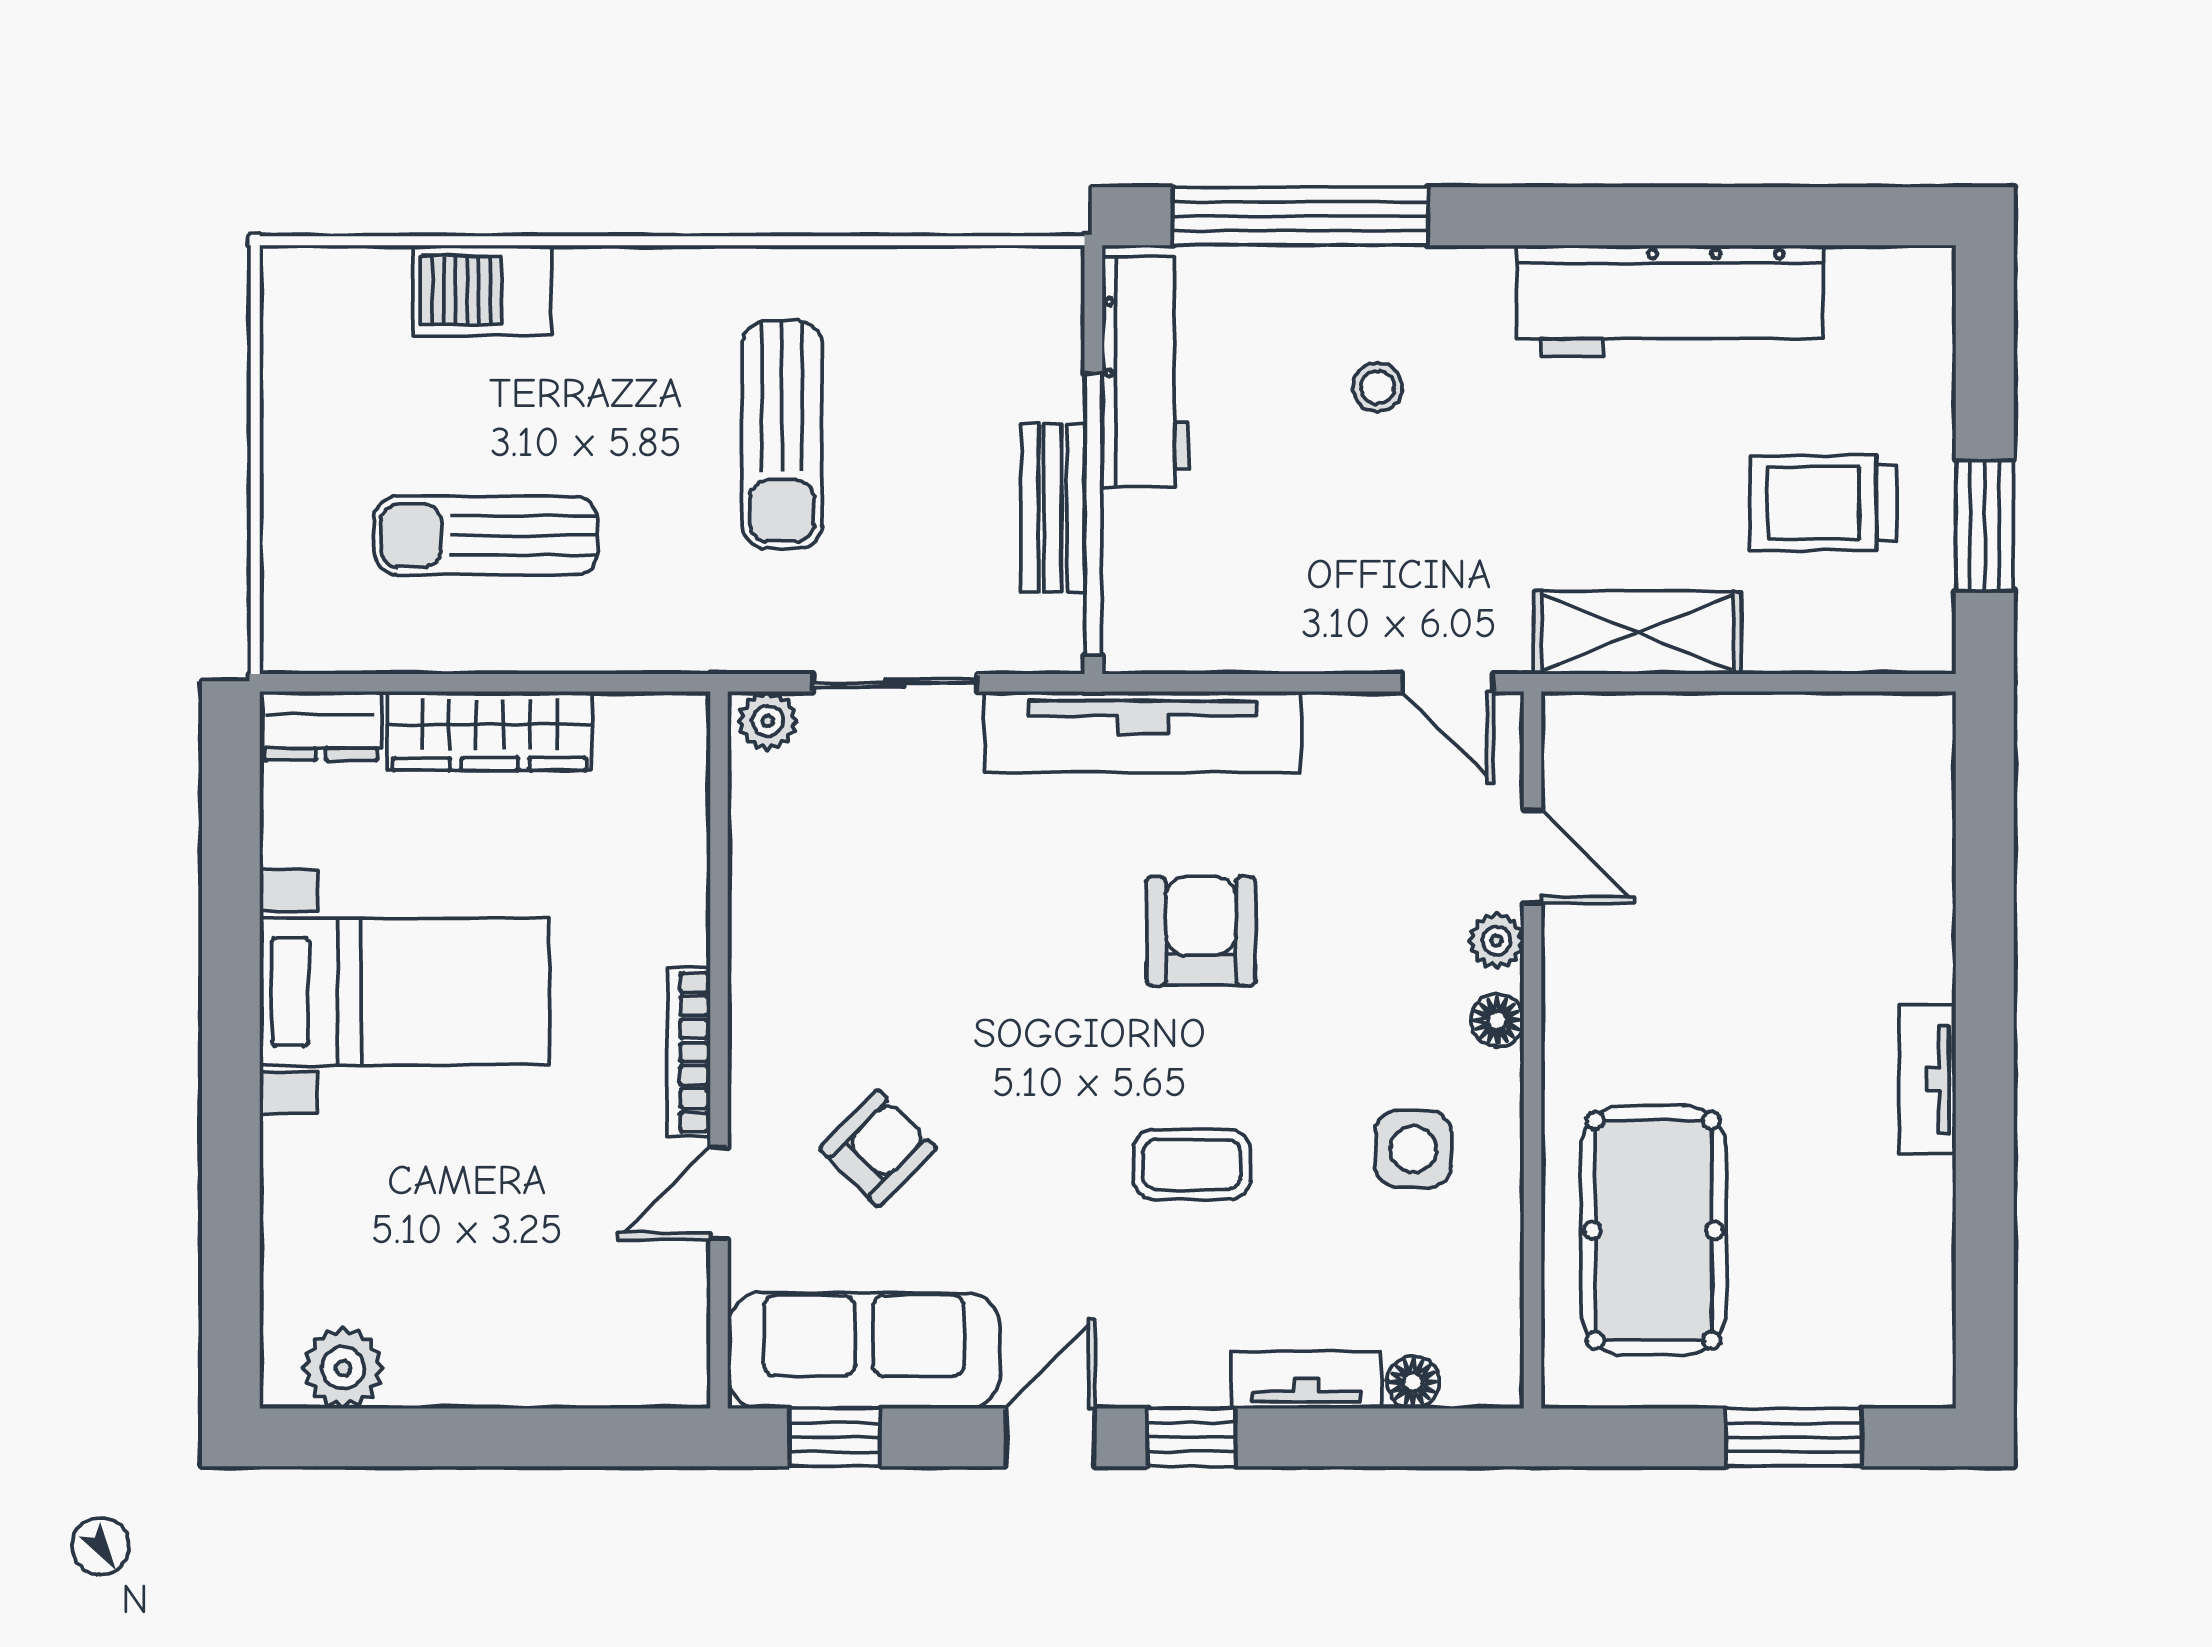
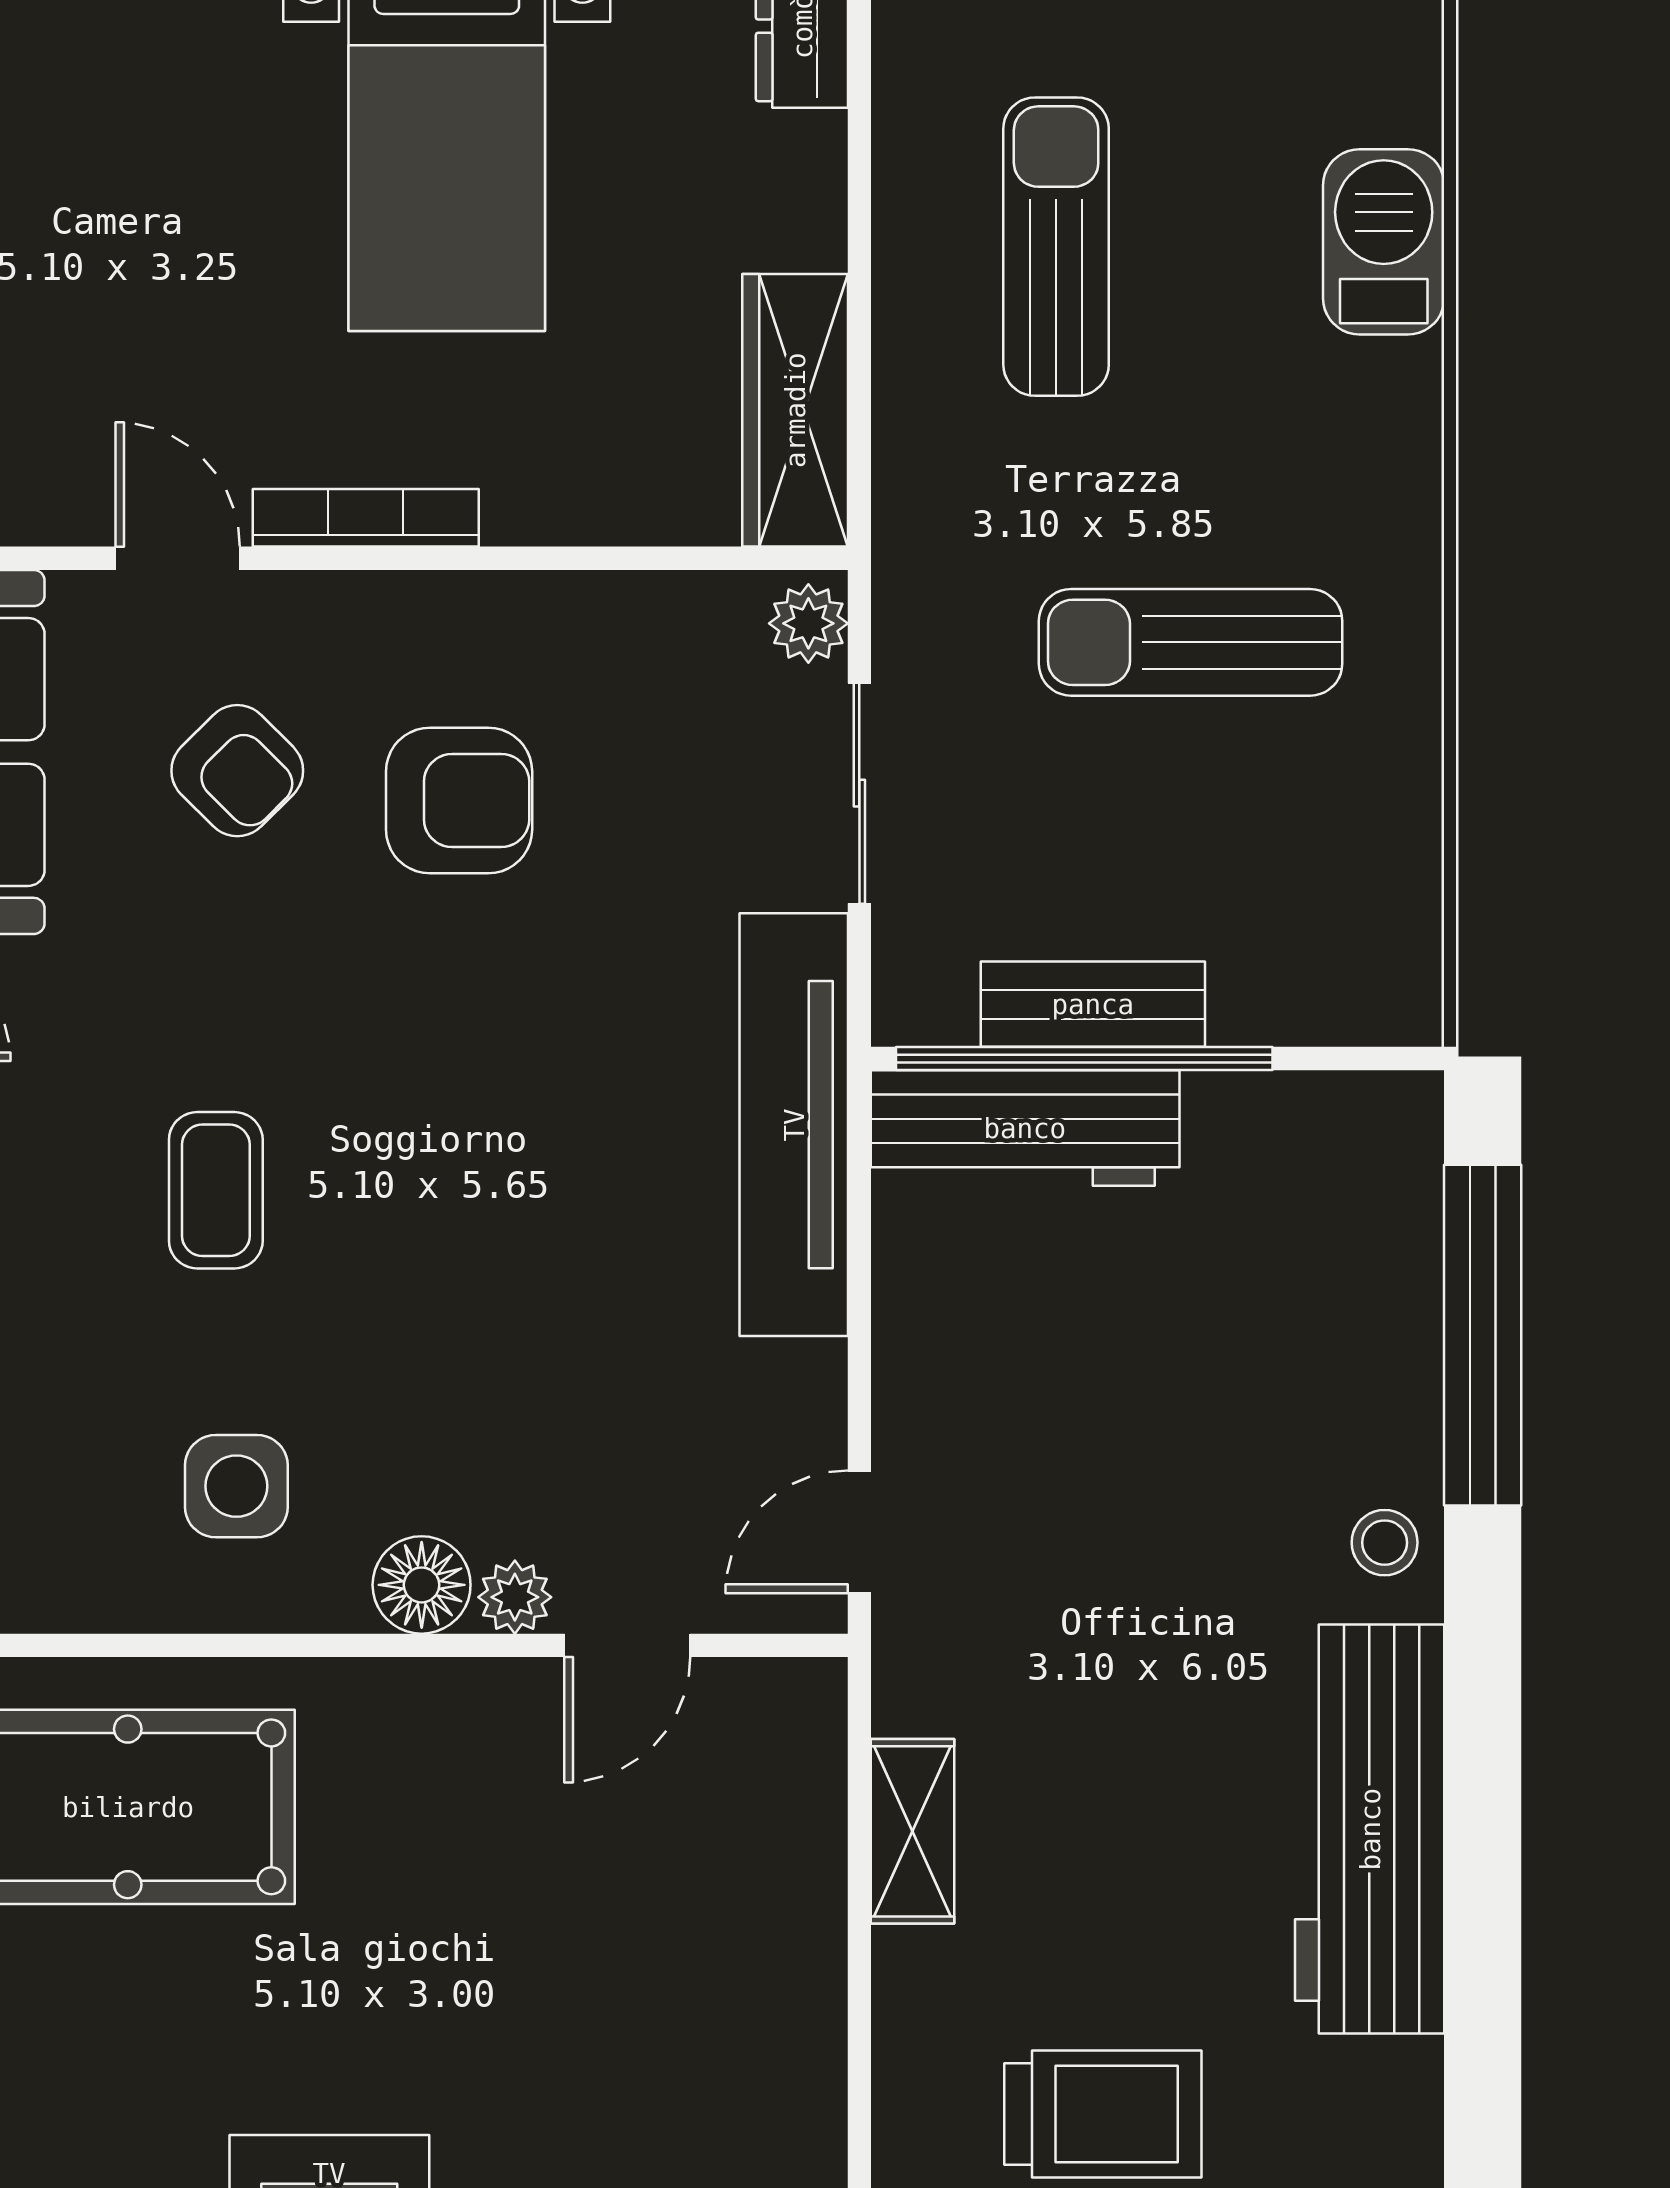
workbench: (1145, 372) -> (1025, 1128), moved
stool: (1378, 387) -> (1385, 1543), moved
trolley: (1823, 503) -> (1103, 2114), moved, turned 90
shelving: (1637, 633) -> (912, 1831), width x0.67, depth x0.75
wardrobe: (490, 731) -> (795, 410), moved
armchair: (1201, 931) -> (459, 800), moved
floor lamp: (1497, 1020) -> (422, 1585), width x1.37, depth x1.37

